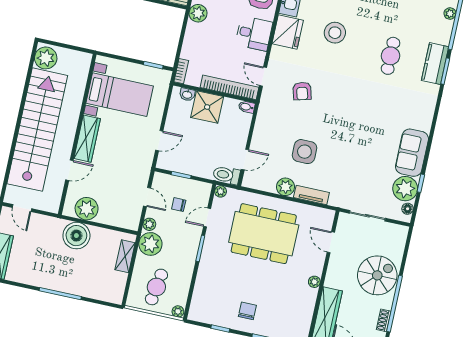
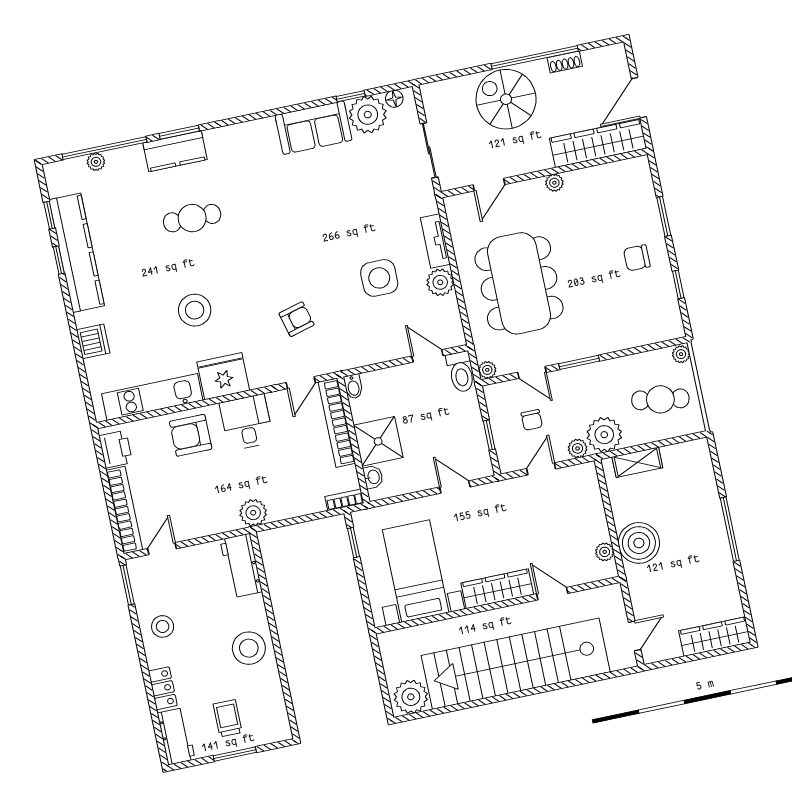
plant: (87, 209) -> (605, 552), width x0.53, depth x0.53

